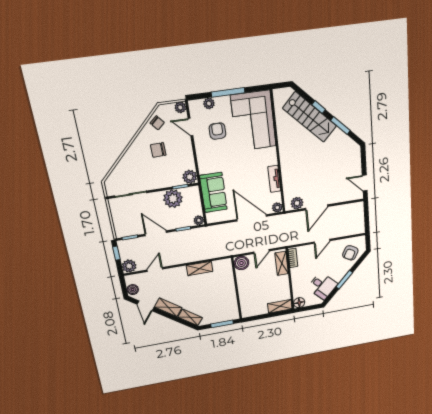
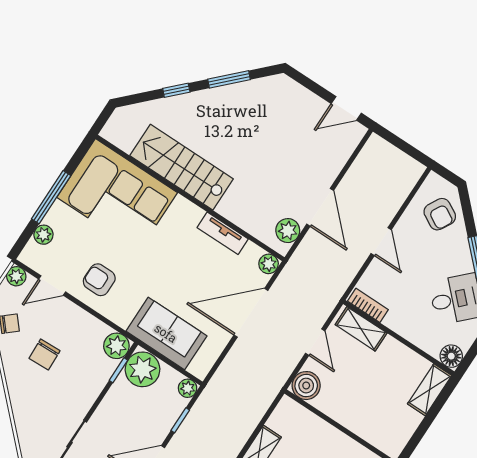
stairs: (310, 117) -> (182, 167), moved, turned -135
armchair: (217, 131) -> (99, 280), moved
plant: (173, 199) -> (142, 369), moved

